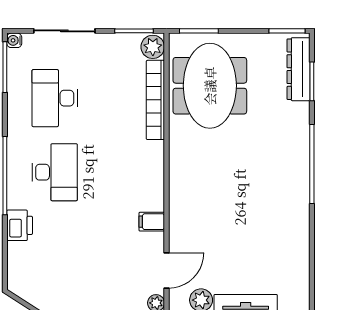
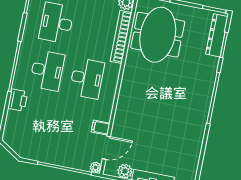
desk: (117, 172) -> (87, 78), added
filing cabinet: (152, 222) -> (101, 128), moved

